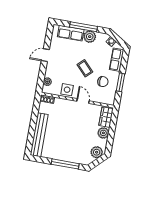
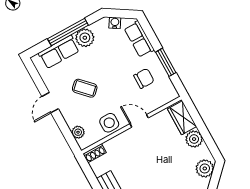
coffee table: (85, 68) -> (85, 88), moved

